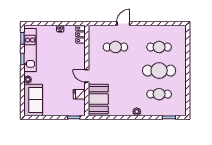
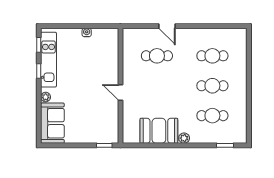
door: (123, 24) -> (167, 26), swing flipped
locker: (81, 34) -> (113, 40), removed
cafe table: (159, 71) -> (212, 86), width x0.73, depth x0.74
fridge: (79, 94) -> (111, 116), removed
booth: (98, 99) -> (159, 131), moved, turned 90

